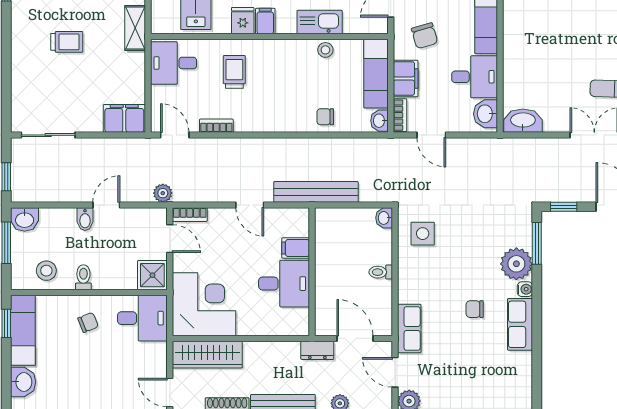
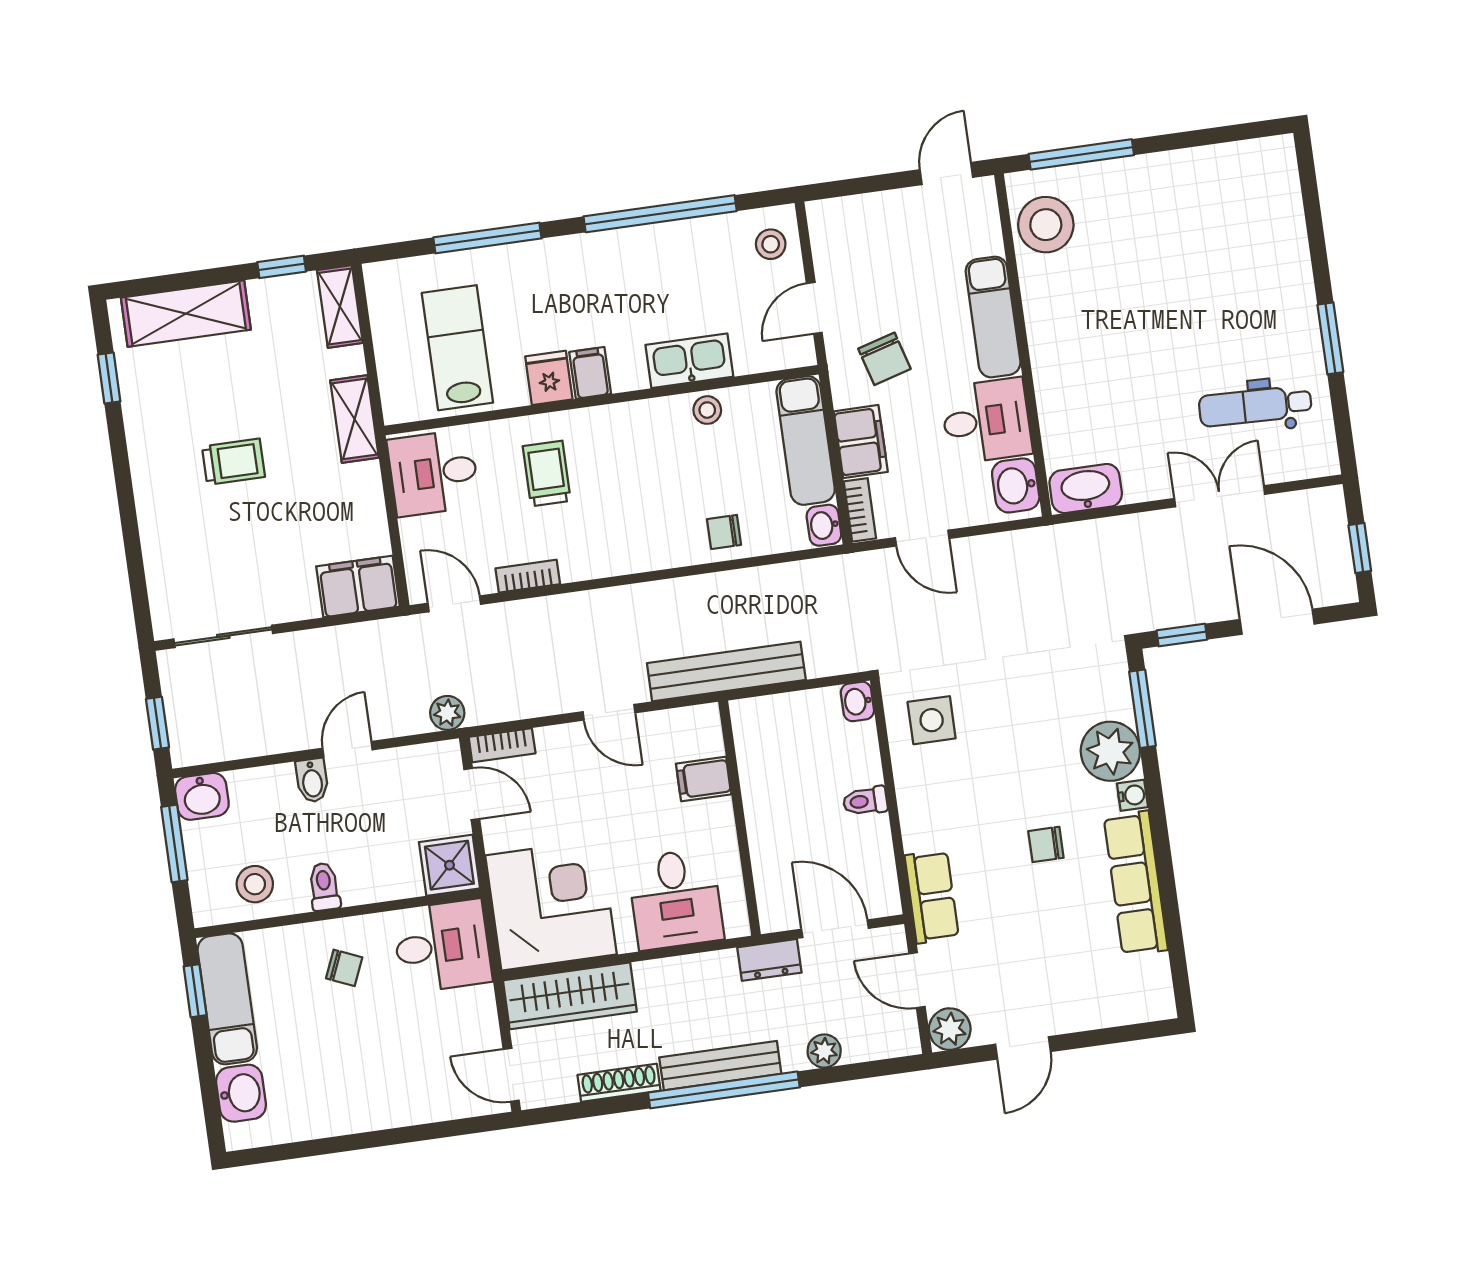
desk: (284, 284) -> (676, 899), moved, turned 90
chair: (88, 322) -> (344, 968), turned 45
row of seats: (520, 324) -> (1136, 883), width x1.48

